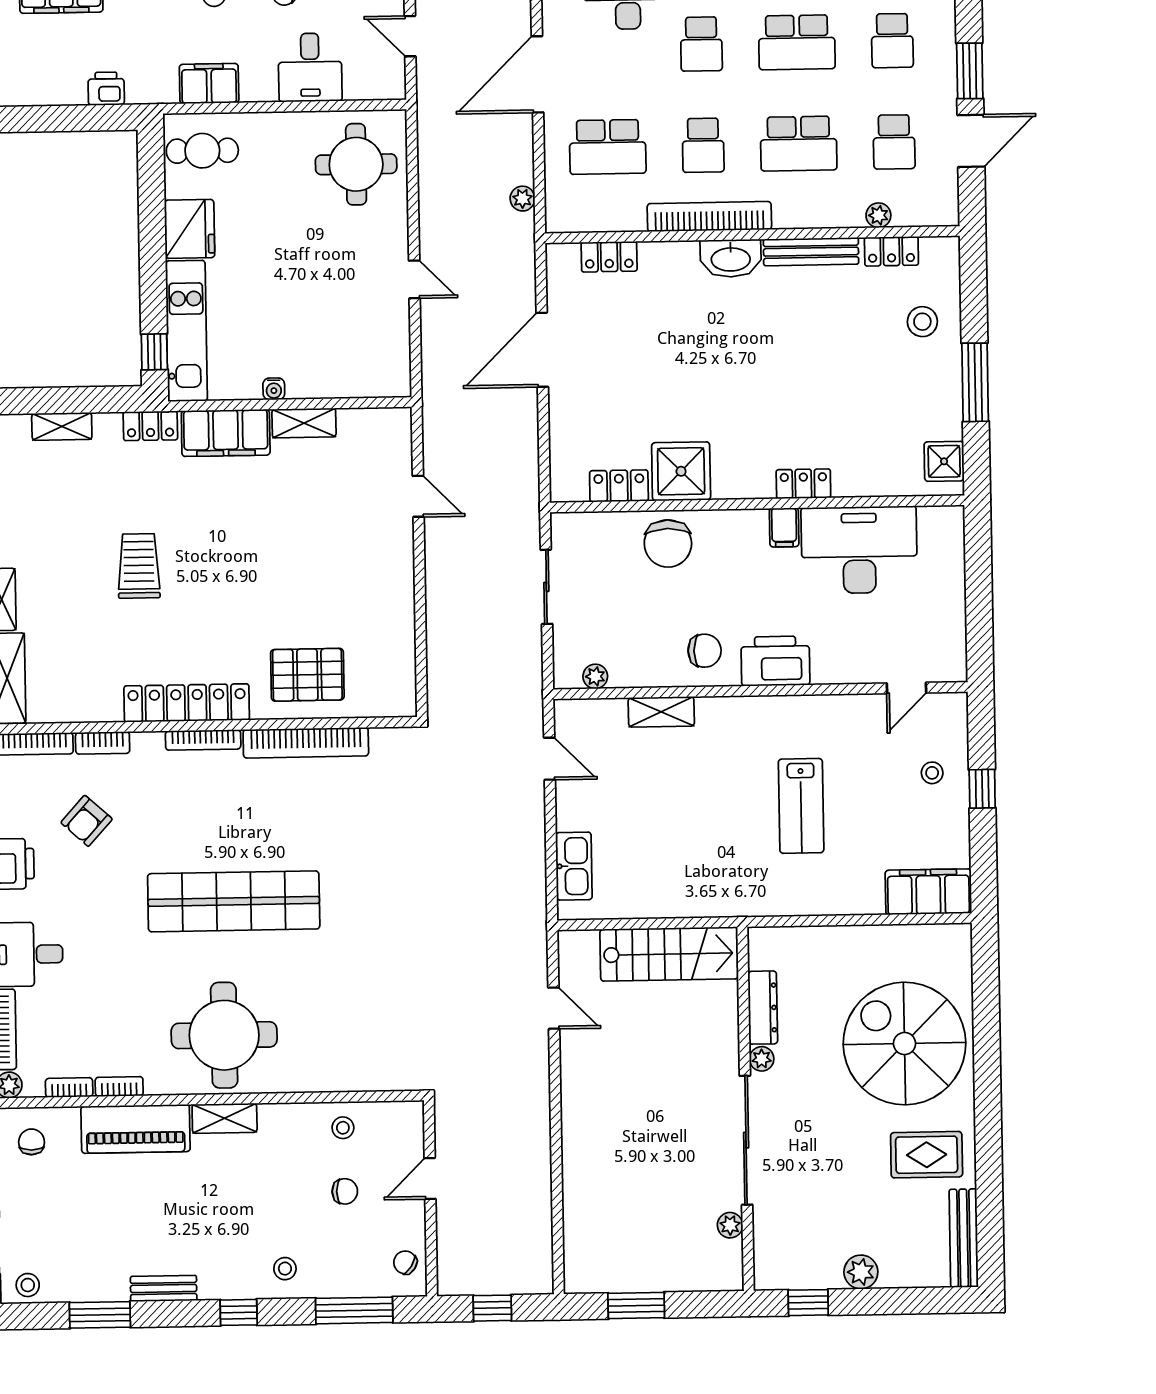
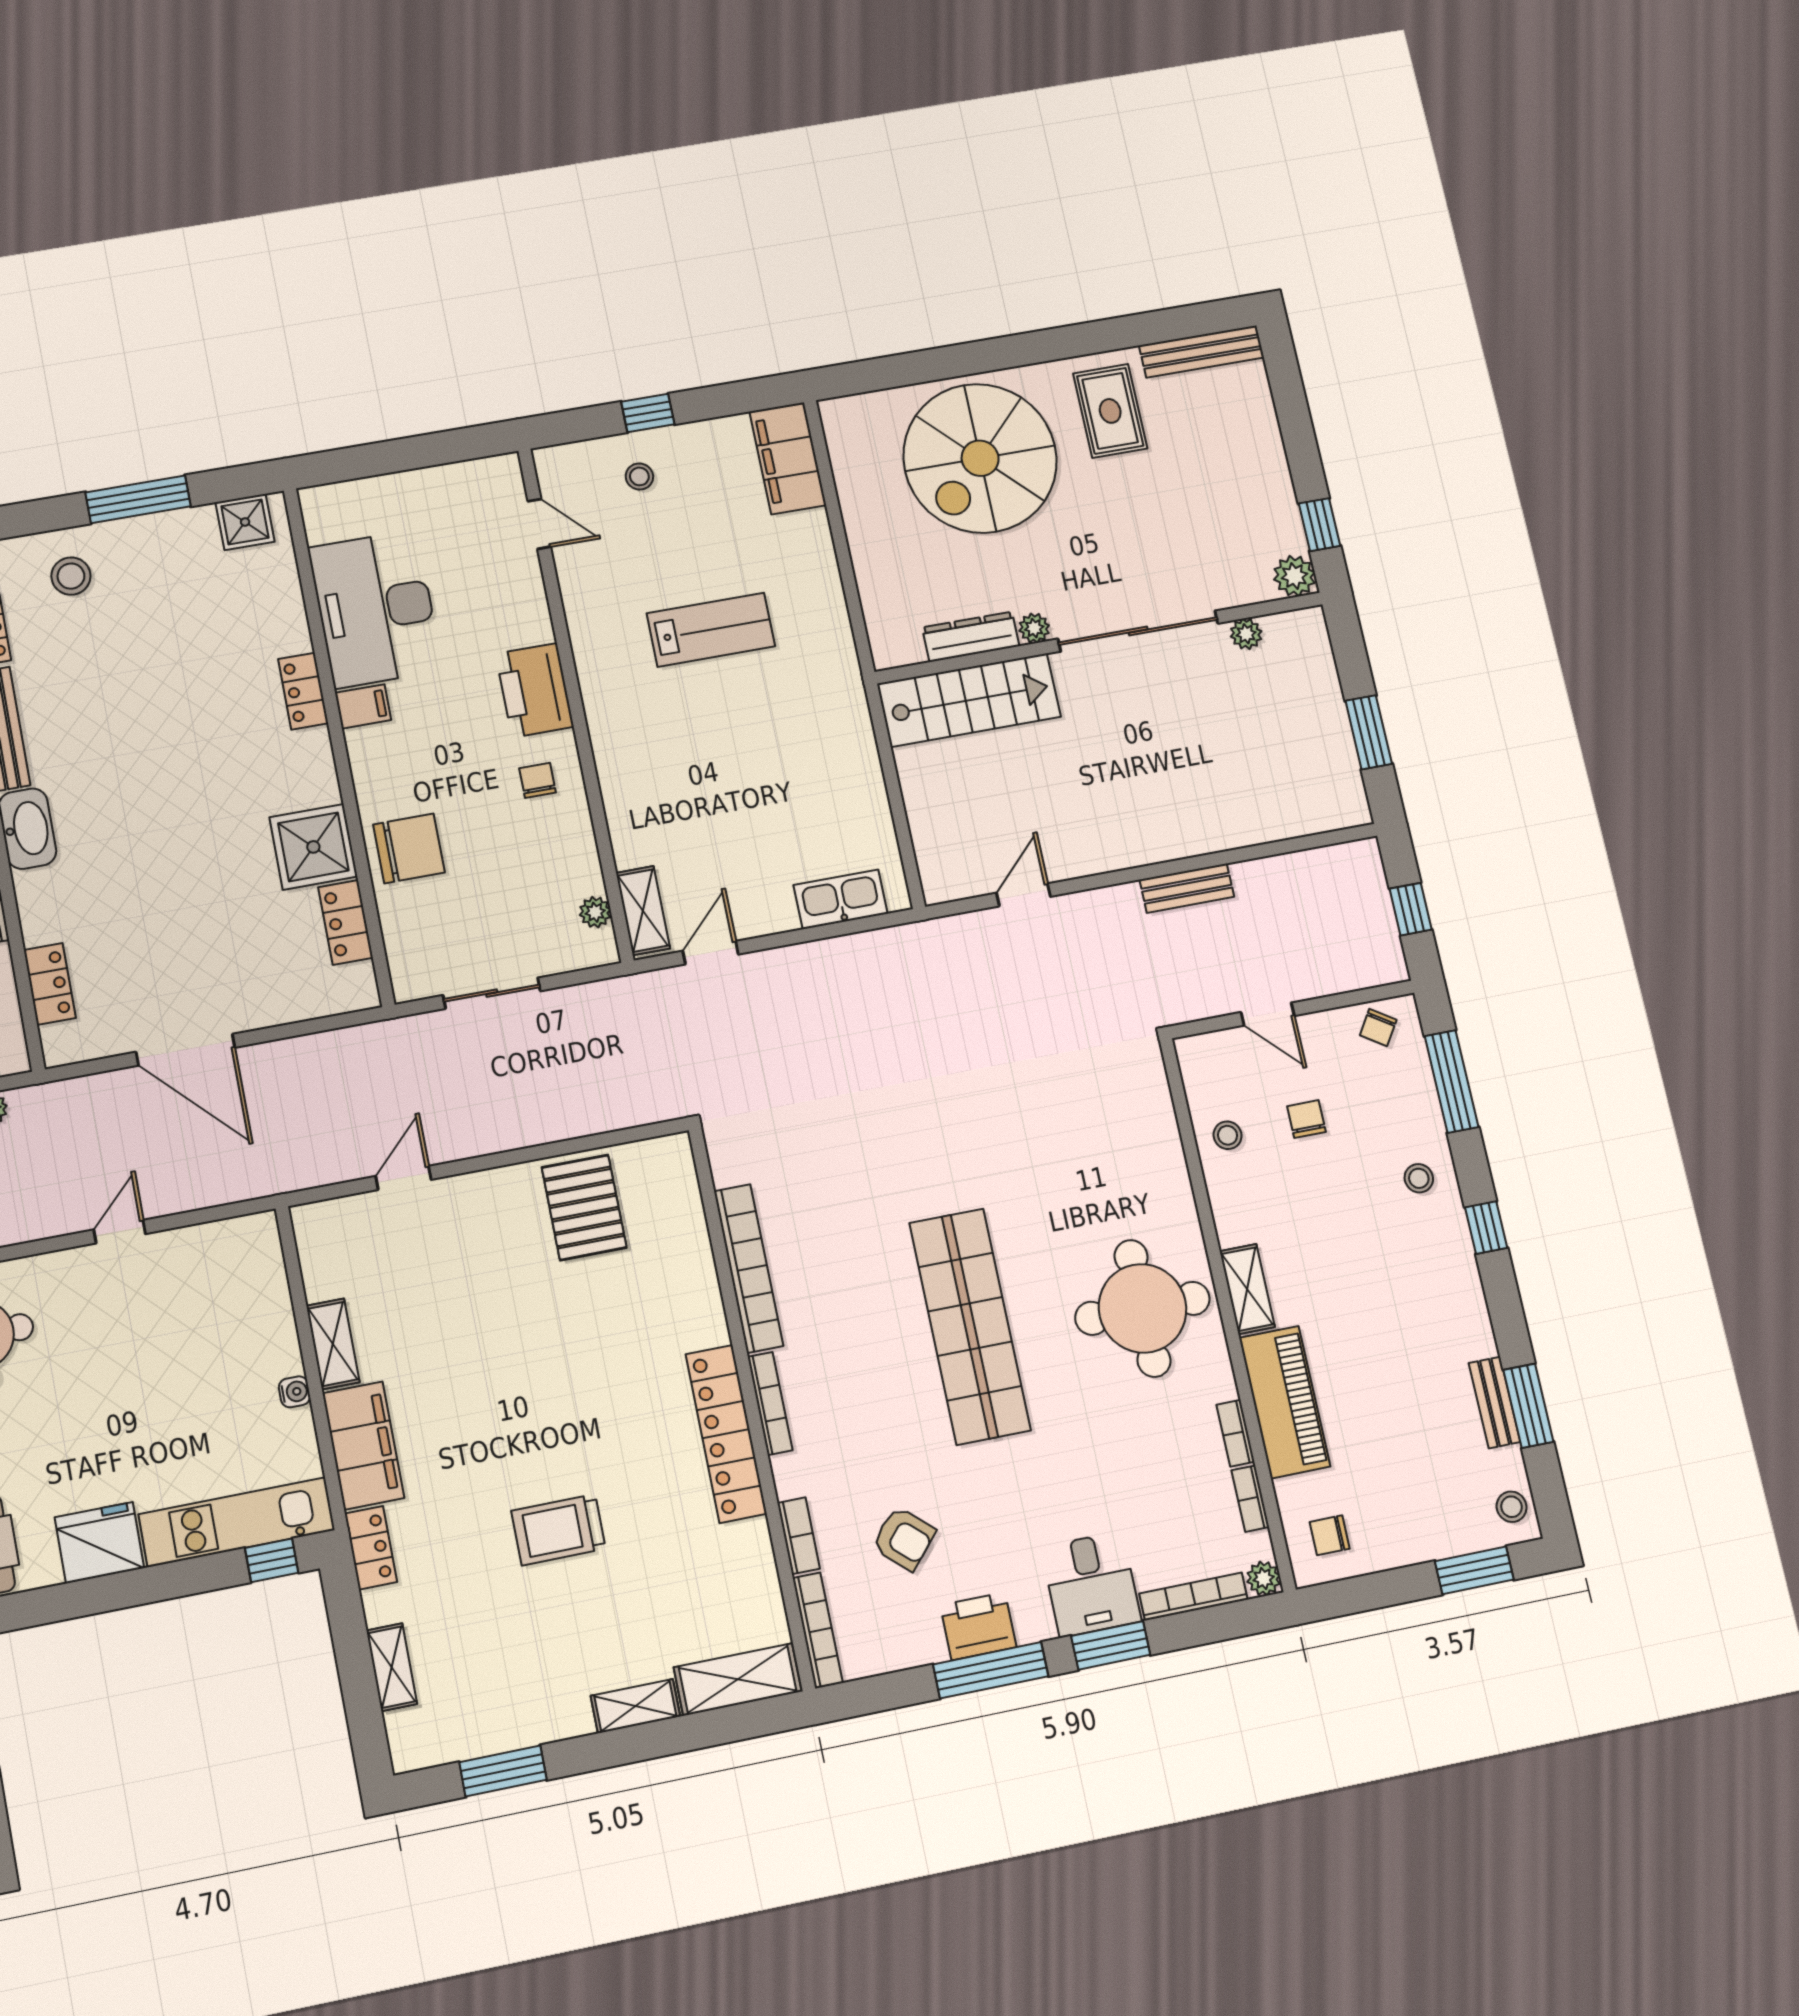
chair: (705, 651) -> (538, 780), width x0.73, depth x0.73
pallet: (307, 675) -> (584, 1207), moved
shelving: (661, 712) -> (643, 911), moved
stairs: (669, 954) -> (969, 700), moved, turned 90
bench: (538, 1136) -> (1187, 888), added
plant: (861, 1272) -> (1294, 576), moved
bench: (164, 1288) -> (1495, 1402), moved

